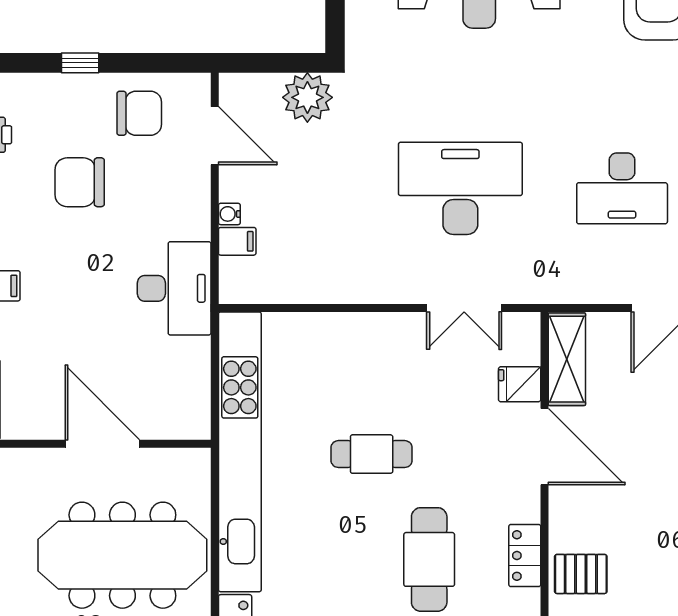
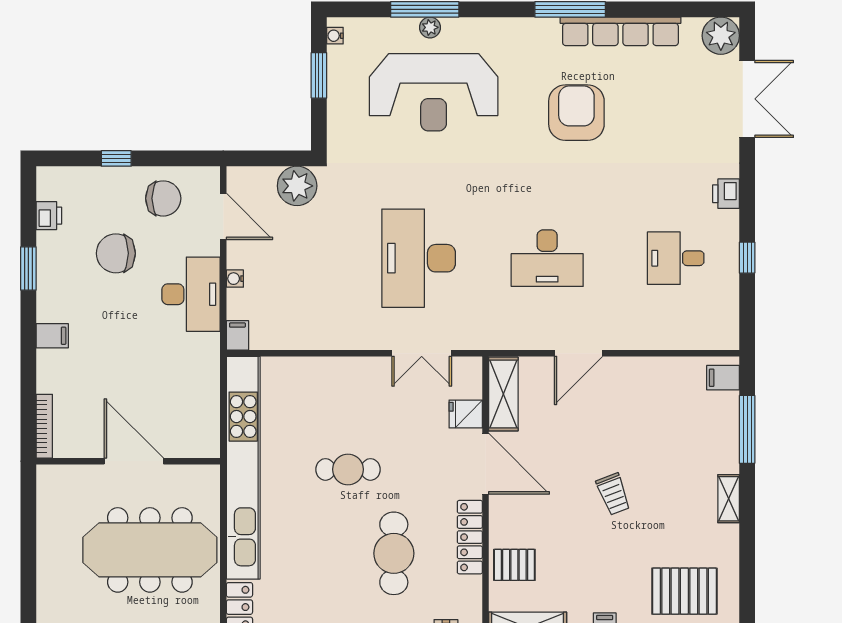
desk: (460, 188) -> (419, 258), turned -90
filing cabinet: (237, 241) -> (237, 335), moved, turned -90
desk: (174, 288) -> (191, 294), moved
locker: (525, 556) -> (470, 537), width x1.53

